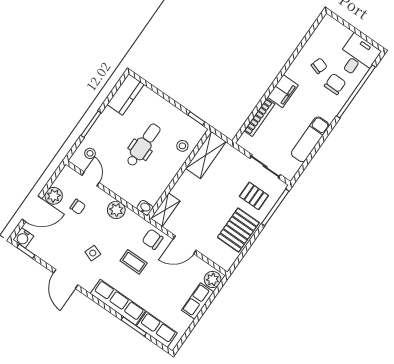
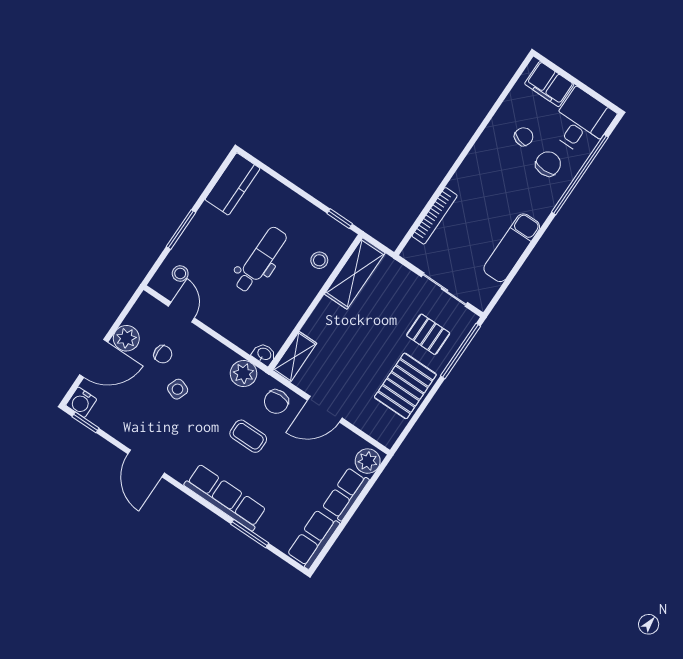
filing cabinet: (283, 91) -> (549, 84), moved, turned 90
plant: (116, 210) -> (244, 373), moved
chair: (153, 239) -> (276, 402), turned -90
side table: (93, 253) -> (178, 389), moved
row of seats: (157, 329) -> (313, 539), moved, turned -90

